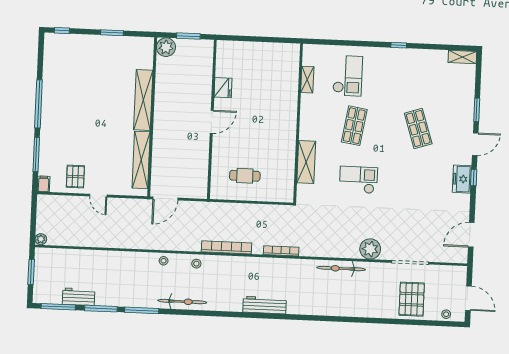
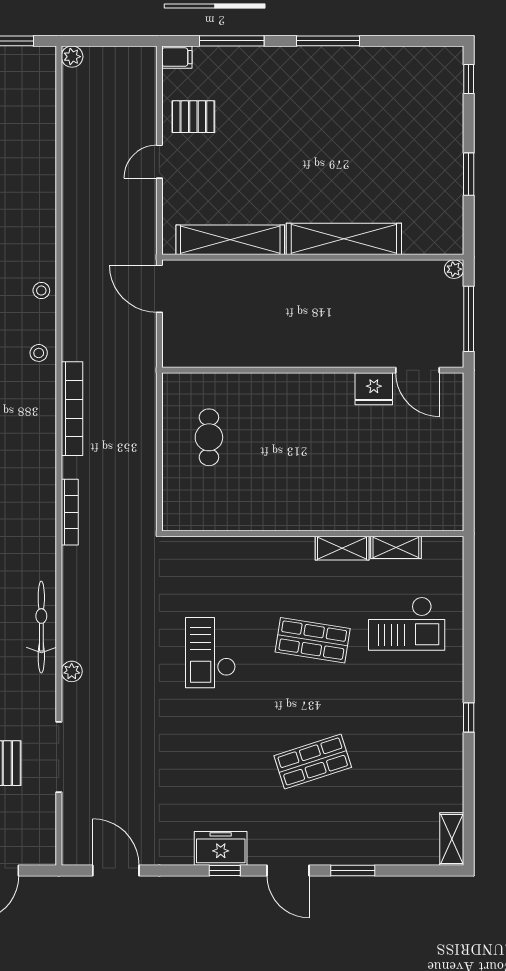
window: (188, 36) -> (469, 319), width x1.44
plant: (166, 47) -> (454, 269), width x0.53, depth x0.53
window: (38, 104) -> (328, 41), width x0.68
door: (212, 122) -> (418, 370), moved
shelving: (306, 162) -> (342, 548), moved, width x0.67, depth x0.75
checkout: (358, 180) -> (211, 653), turned 180
plant: (370, 249) -> (72, 671), width x0.53, depth x0.53

